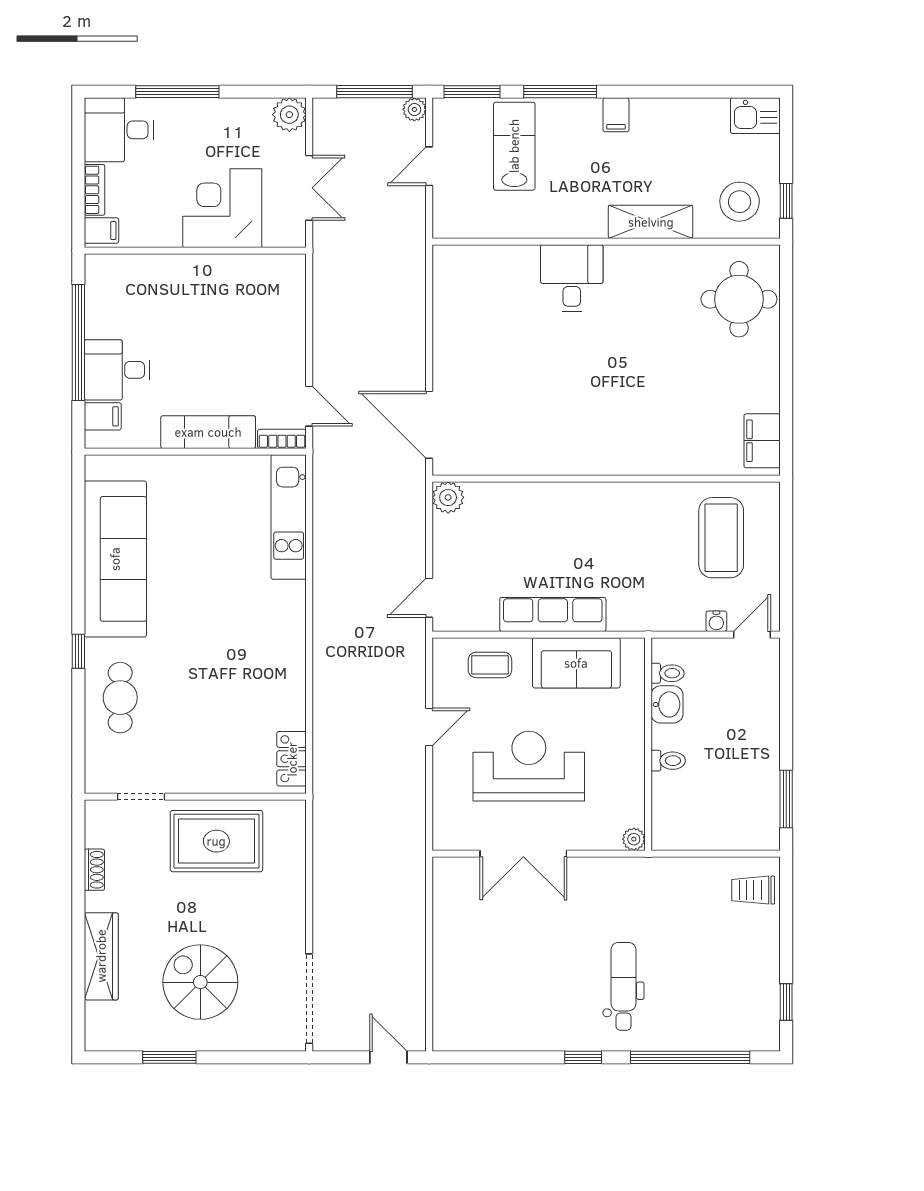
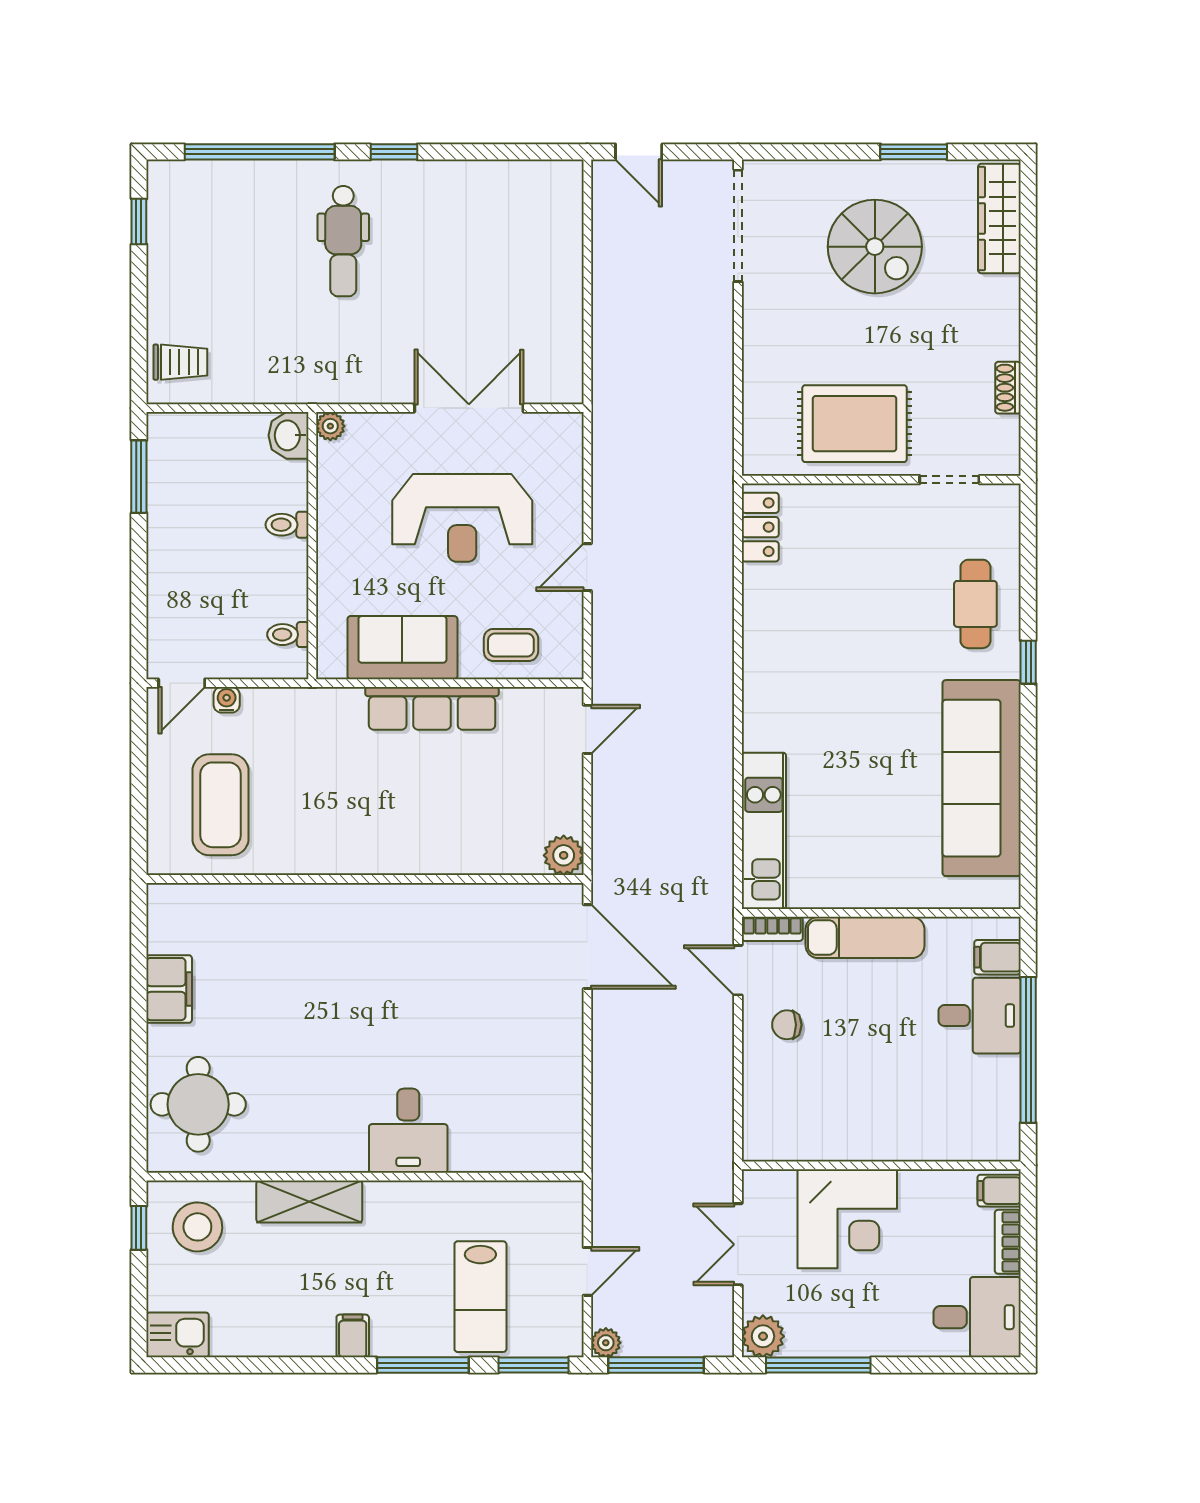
window: (177, 92) -> (818, 1365), moved
chair: (270, 363) -> (787, 1025), added
filing cabinet: (762, 441) -> (169, 989), moved
washbasin: (667, 704) -> (289, 435), moved
wardrobe: (101, 956) -> (999, 218), moved

